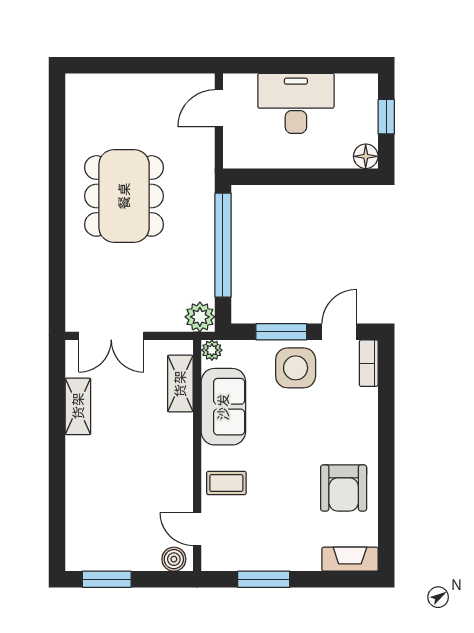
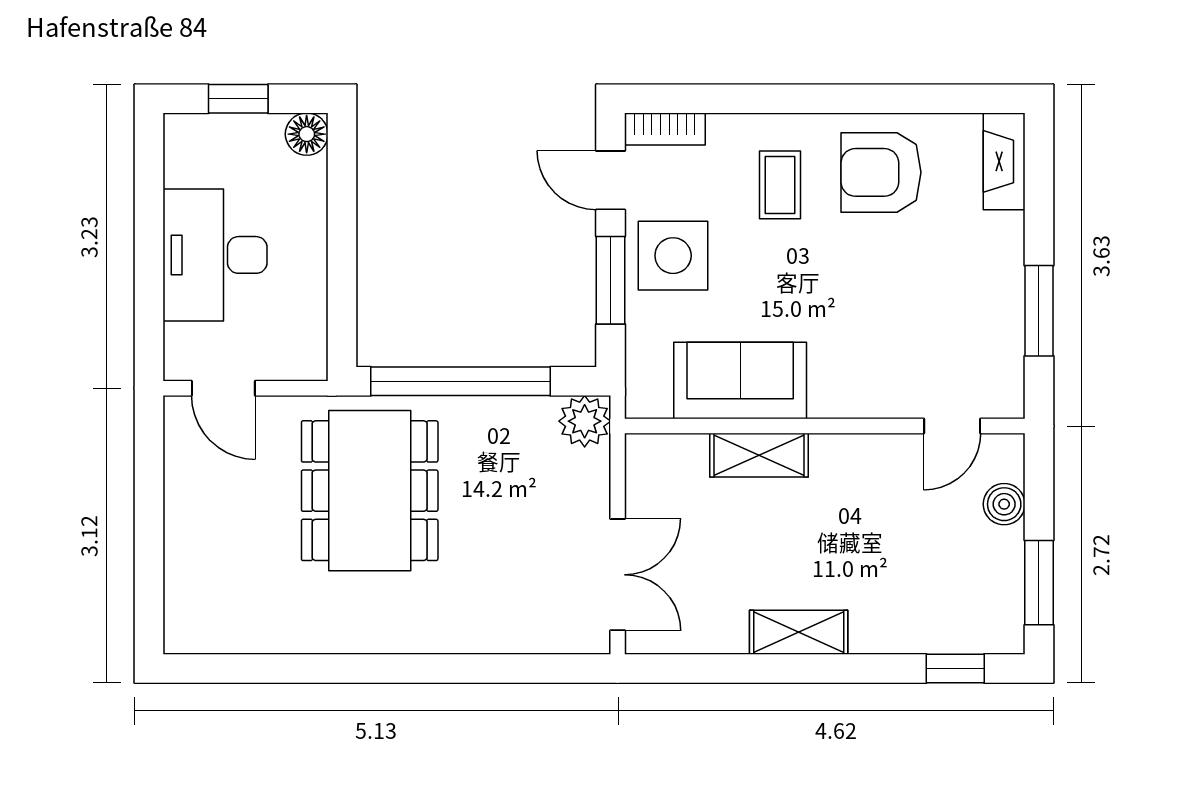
dining table: (124, 196) -> (370, 491), moved, turned 90
plant: (212, 350) -> (642, 401), removed
shelving: (180, 384) -> (759, 455), moved
shelving: (78, 406) -> (799, 632), moved
coffee table: (226, 483) -> (780, 185), moved
armchair: (344, 488) -> (881, 172), turned 180
window: (57, 531) -> (955, 668), added
boiler: (174, 559) -> (1004, 504), moved

